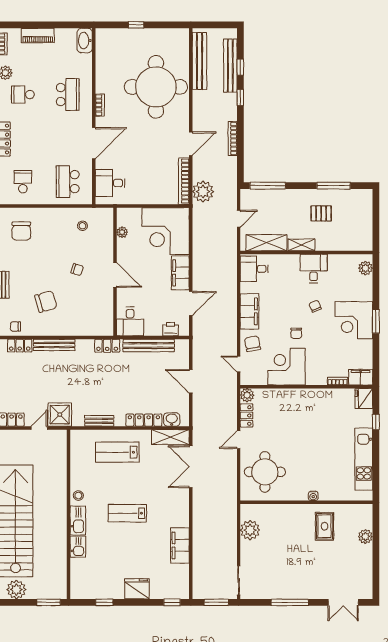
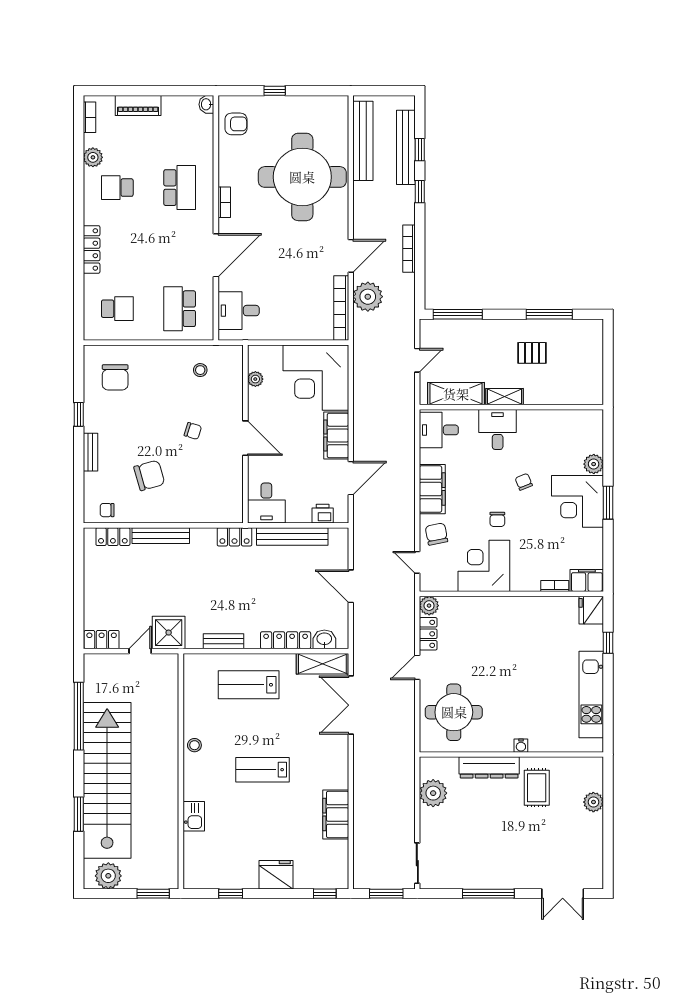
washbasin: (85, 41) -> (206, 104), width x0.52, depth x0.69
armchair: (108, 49) -> (236, 124), added
school desk: (23, 182) -> (117, 309), turned 90
plant: (203, 192) -> (368, 297), moved
plant: (365, 268) -> (594, 464), moved
desk: (314, 269) -> (498, 430), moved
dresser: (290, 512) -> (489, 767), added
kitchen sink: (78, 520) -> (194, 780), removed

